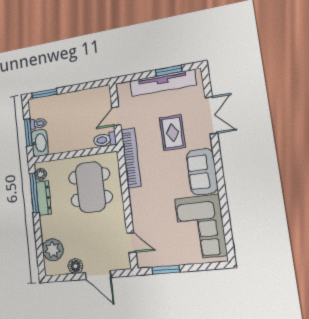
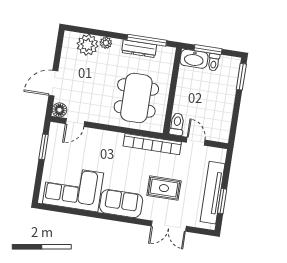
plant: (41, 174) -> (106, 43), moved
dining table: (90, 187) -> (136, 98), turned 90
floor lamp: (75, 266) -> (60, 110), moved

